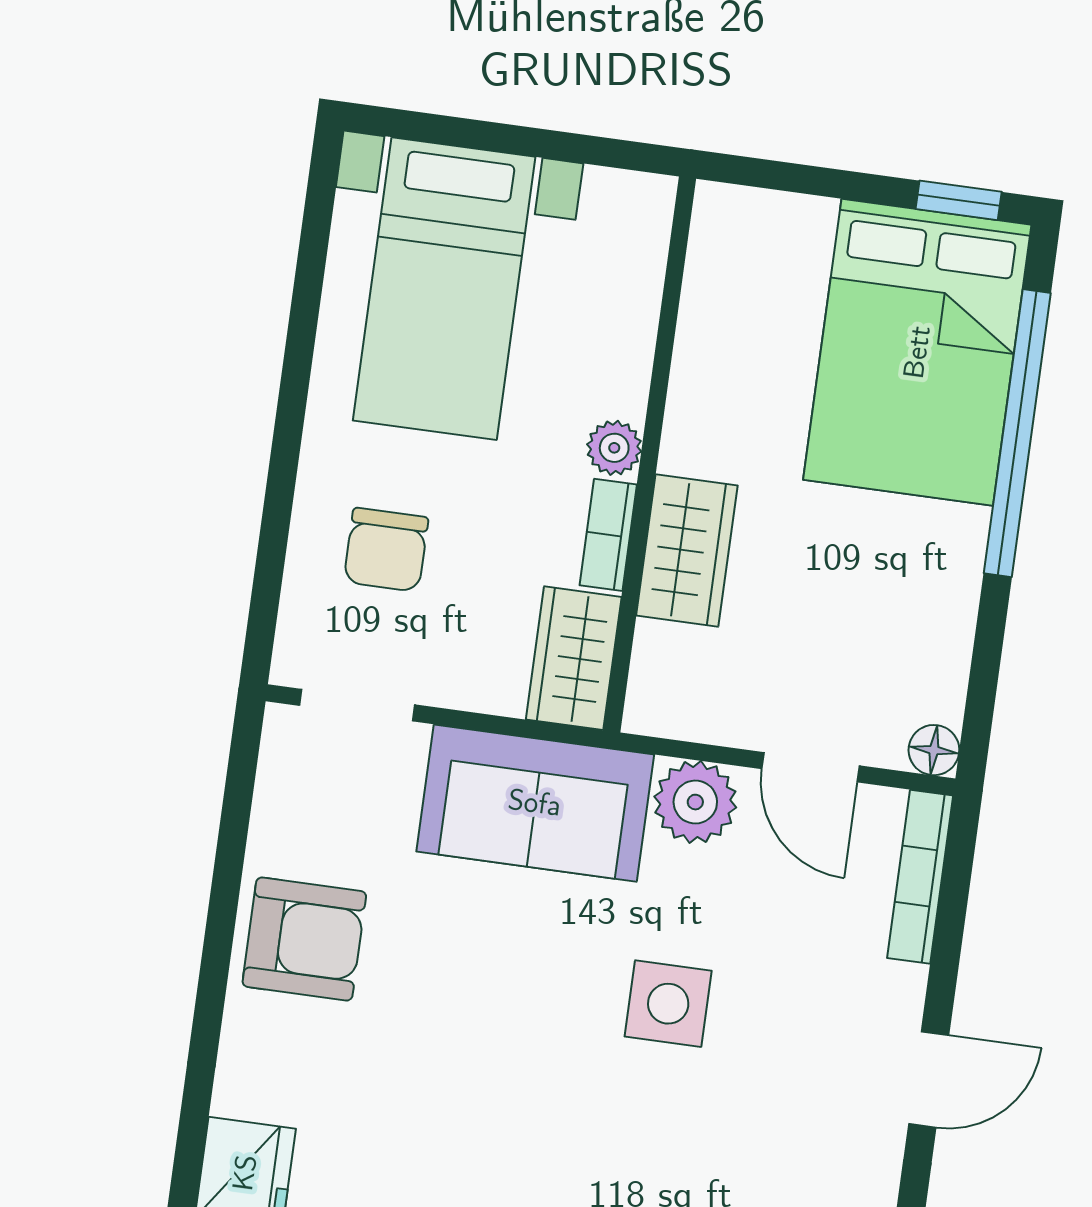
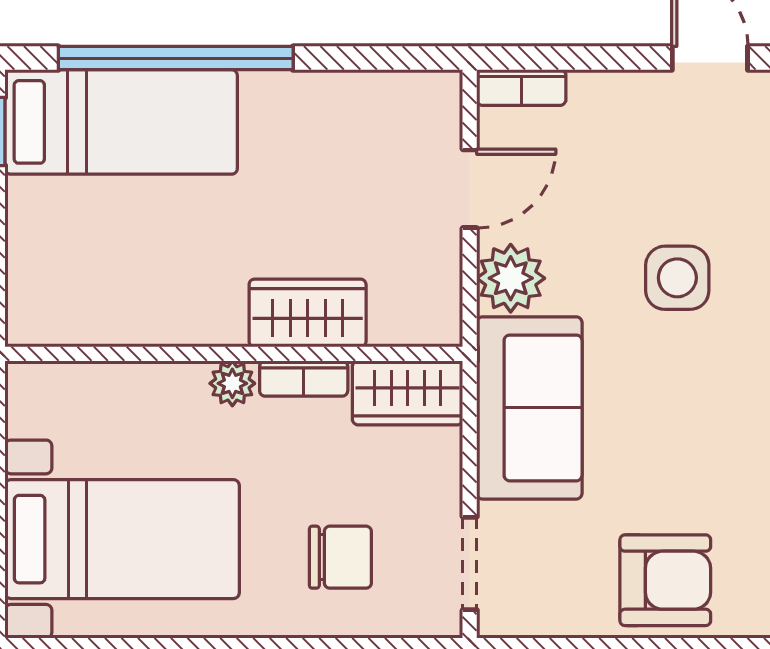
bed: (917, 352) -> (121, 122), width x0.67
floor lamp: (934, 750) -> (442, 90), removed
bookcase: (920, 877) -> (521, 88), width x0.64
armchair: (304, 939) -> (665, 580), turned 90

